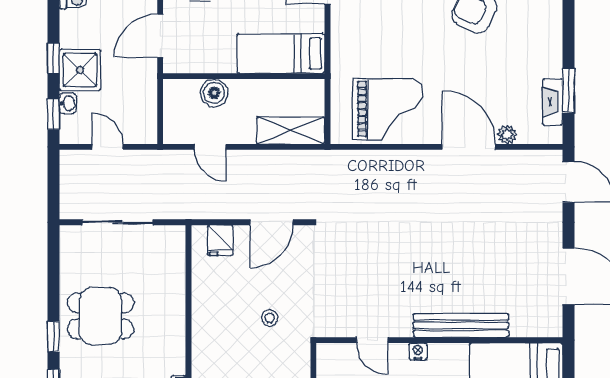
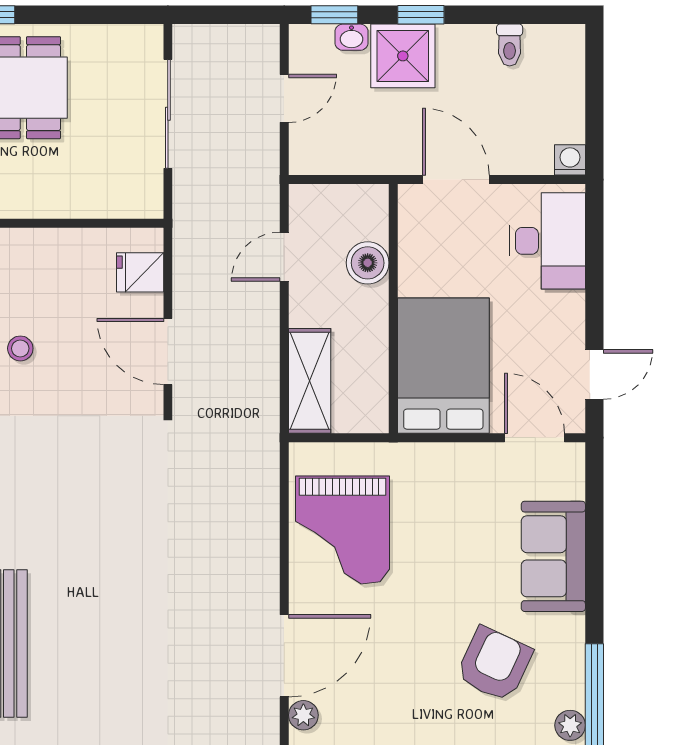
bed: (281, 54) -> (443, 366), width x1.50

